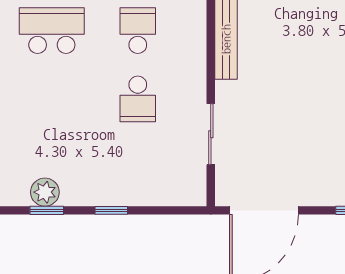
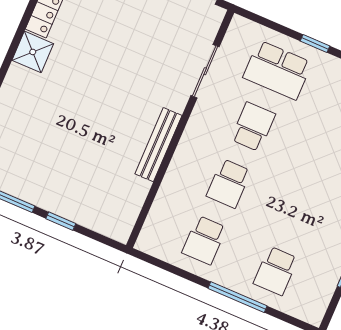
school desk: (52, 31) -> (277, 70), moved

